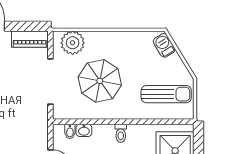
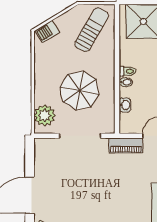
piano: (30, 39) -> (126, 145), moved, turned 90
sun lounger: (166, 94) -> (92, 30), turned 30
bidet: (70, 131) -> (126, 82), moved

